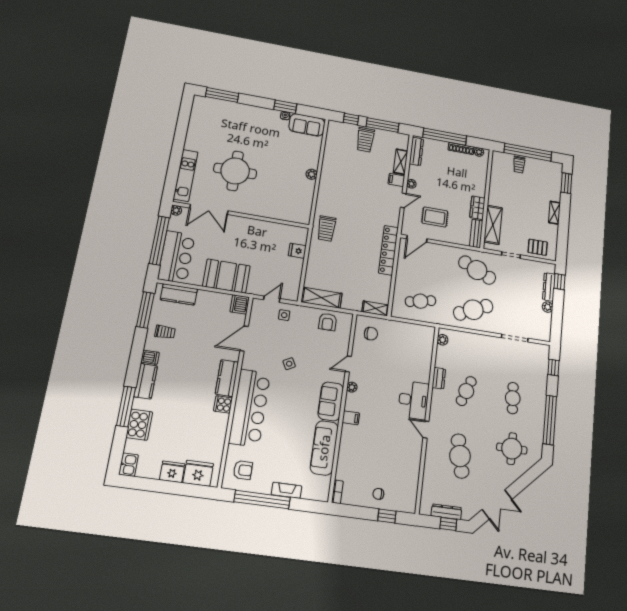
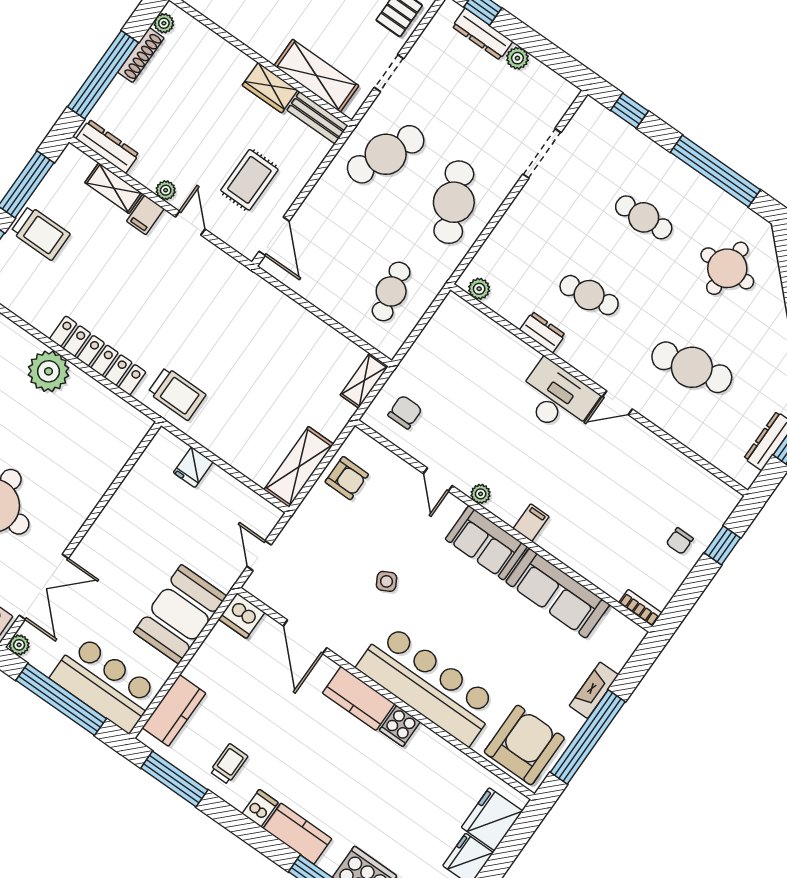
plant: (312, 174) -> (49, 371), width x1.88, depth x1.88
locker: (388, 250) -> (98, 356), moved, turned 180
side table: (284, 315) -> (298, 548), removed
cafe table: (466, 391) -> (589, 295), turned -30
armchair: (243, 470) -> (524, 745), width x1.88, depth x1.88

